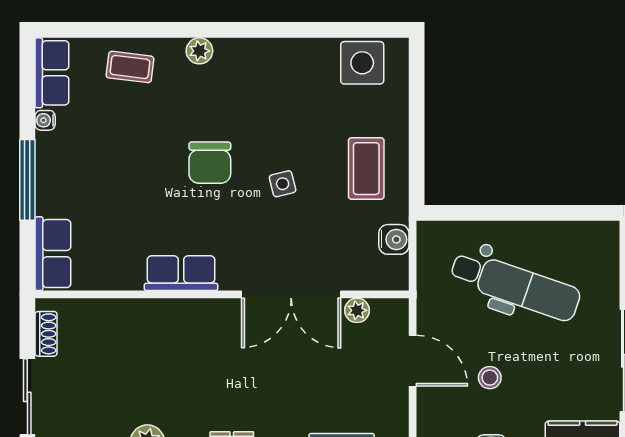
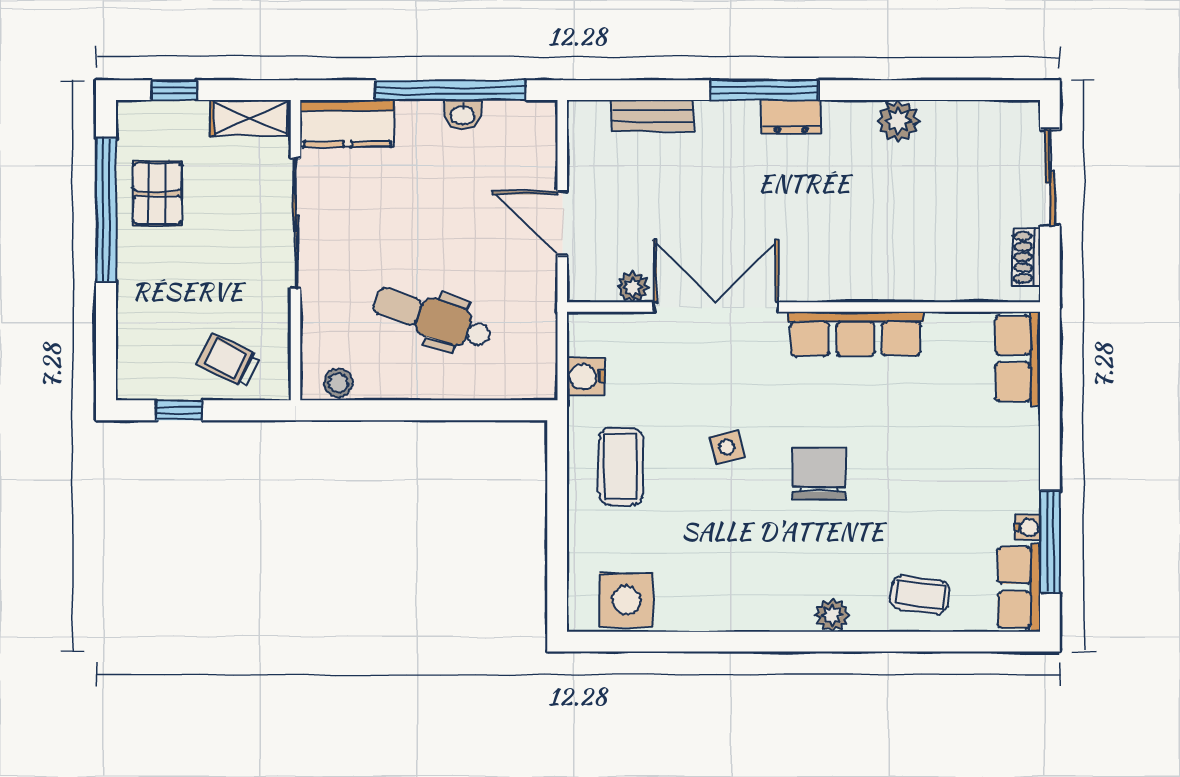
window: (27, 180) -> (1050, 542), moved
row of seats: (181, 273) -> (855, 334), width x1.48
dental chair: (515, 286) -> (432, 318), width x0.73, depth x0.72
stool: (490, 378) -> (338, 383), moved

